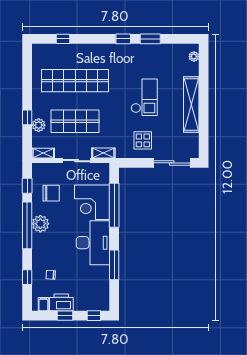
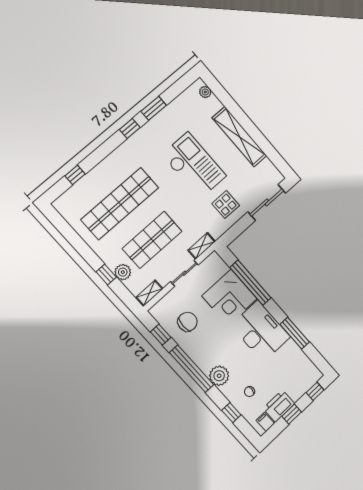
checkout: (144, 97) -> (194, 165), width x1.36, depth x1.21
plant: (40, 224) -> (219, 376), moved

